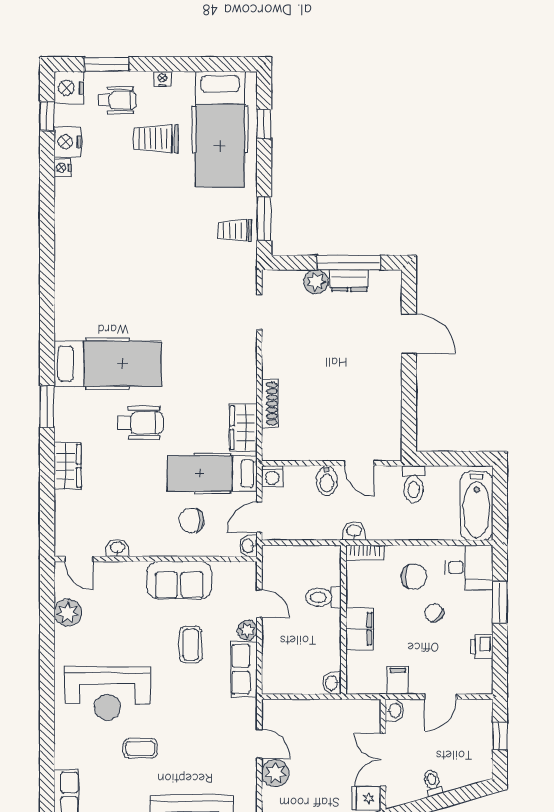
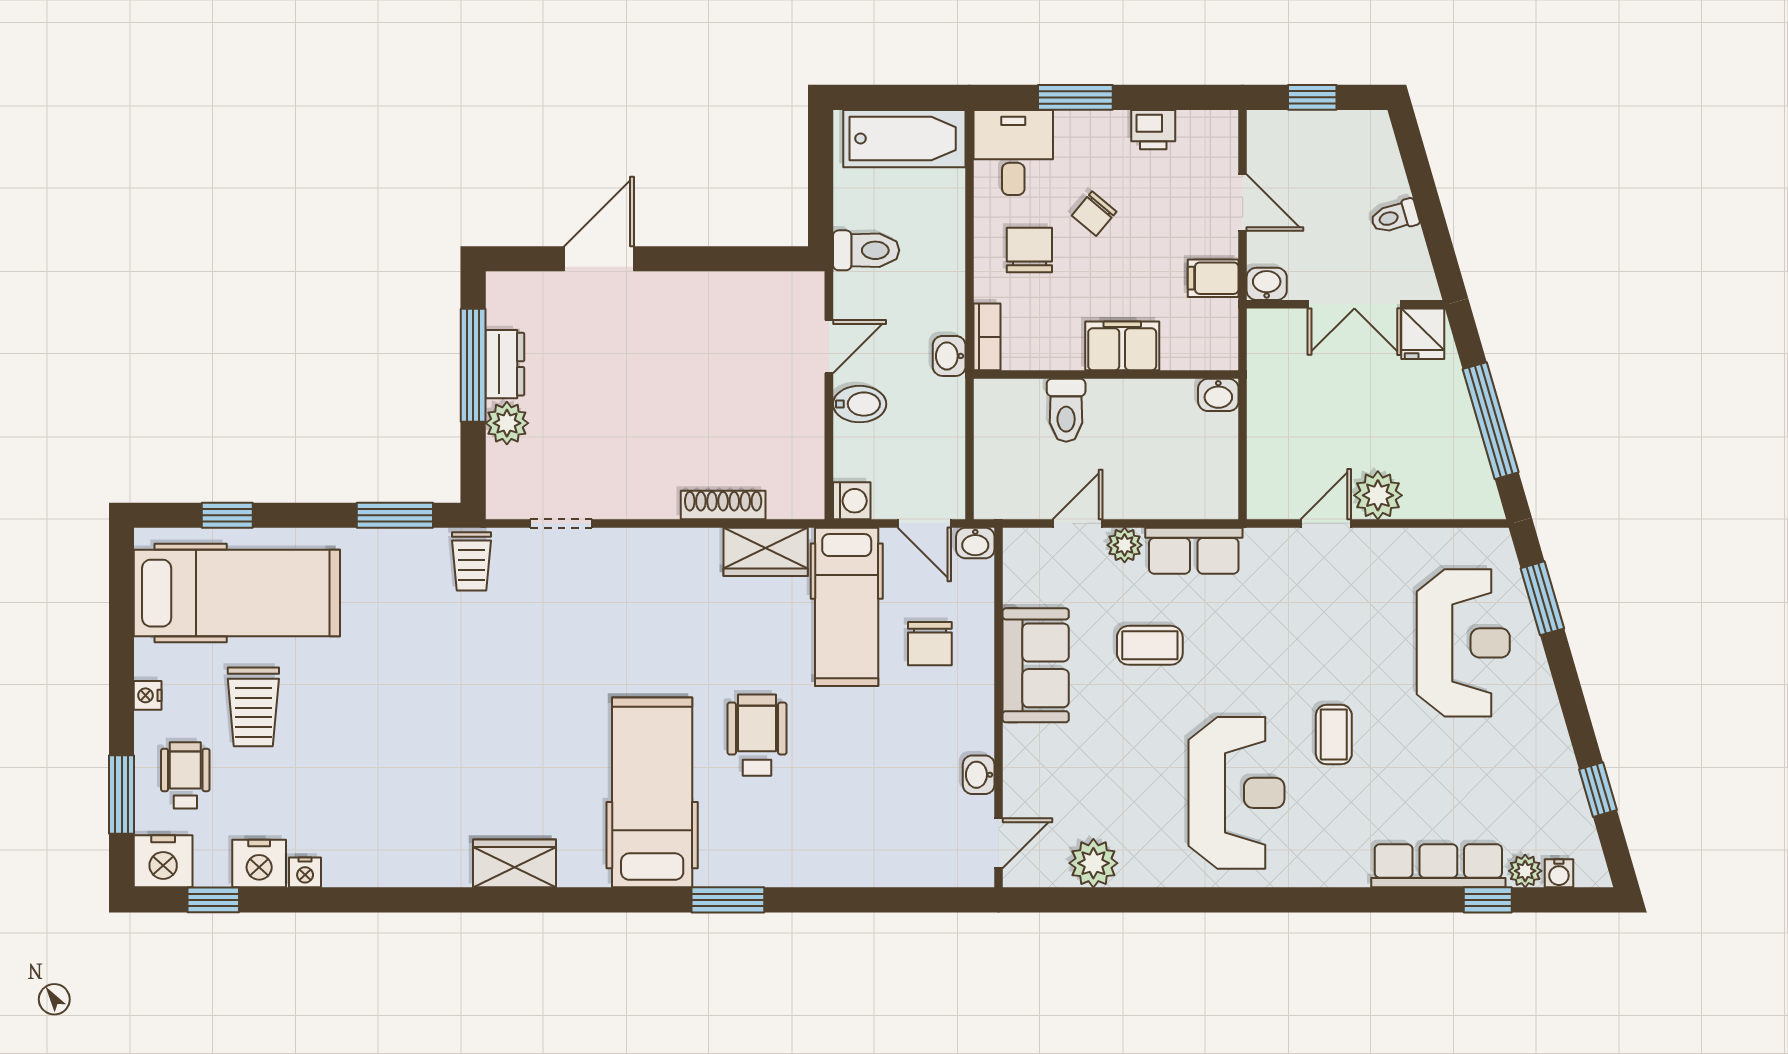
trolley: (235, 230) -> (471, 561), moved
wardrobe: (68, 466) -> (514, 863), moved

